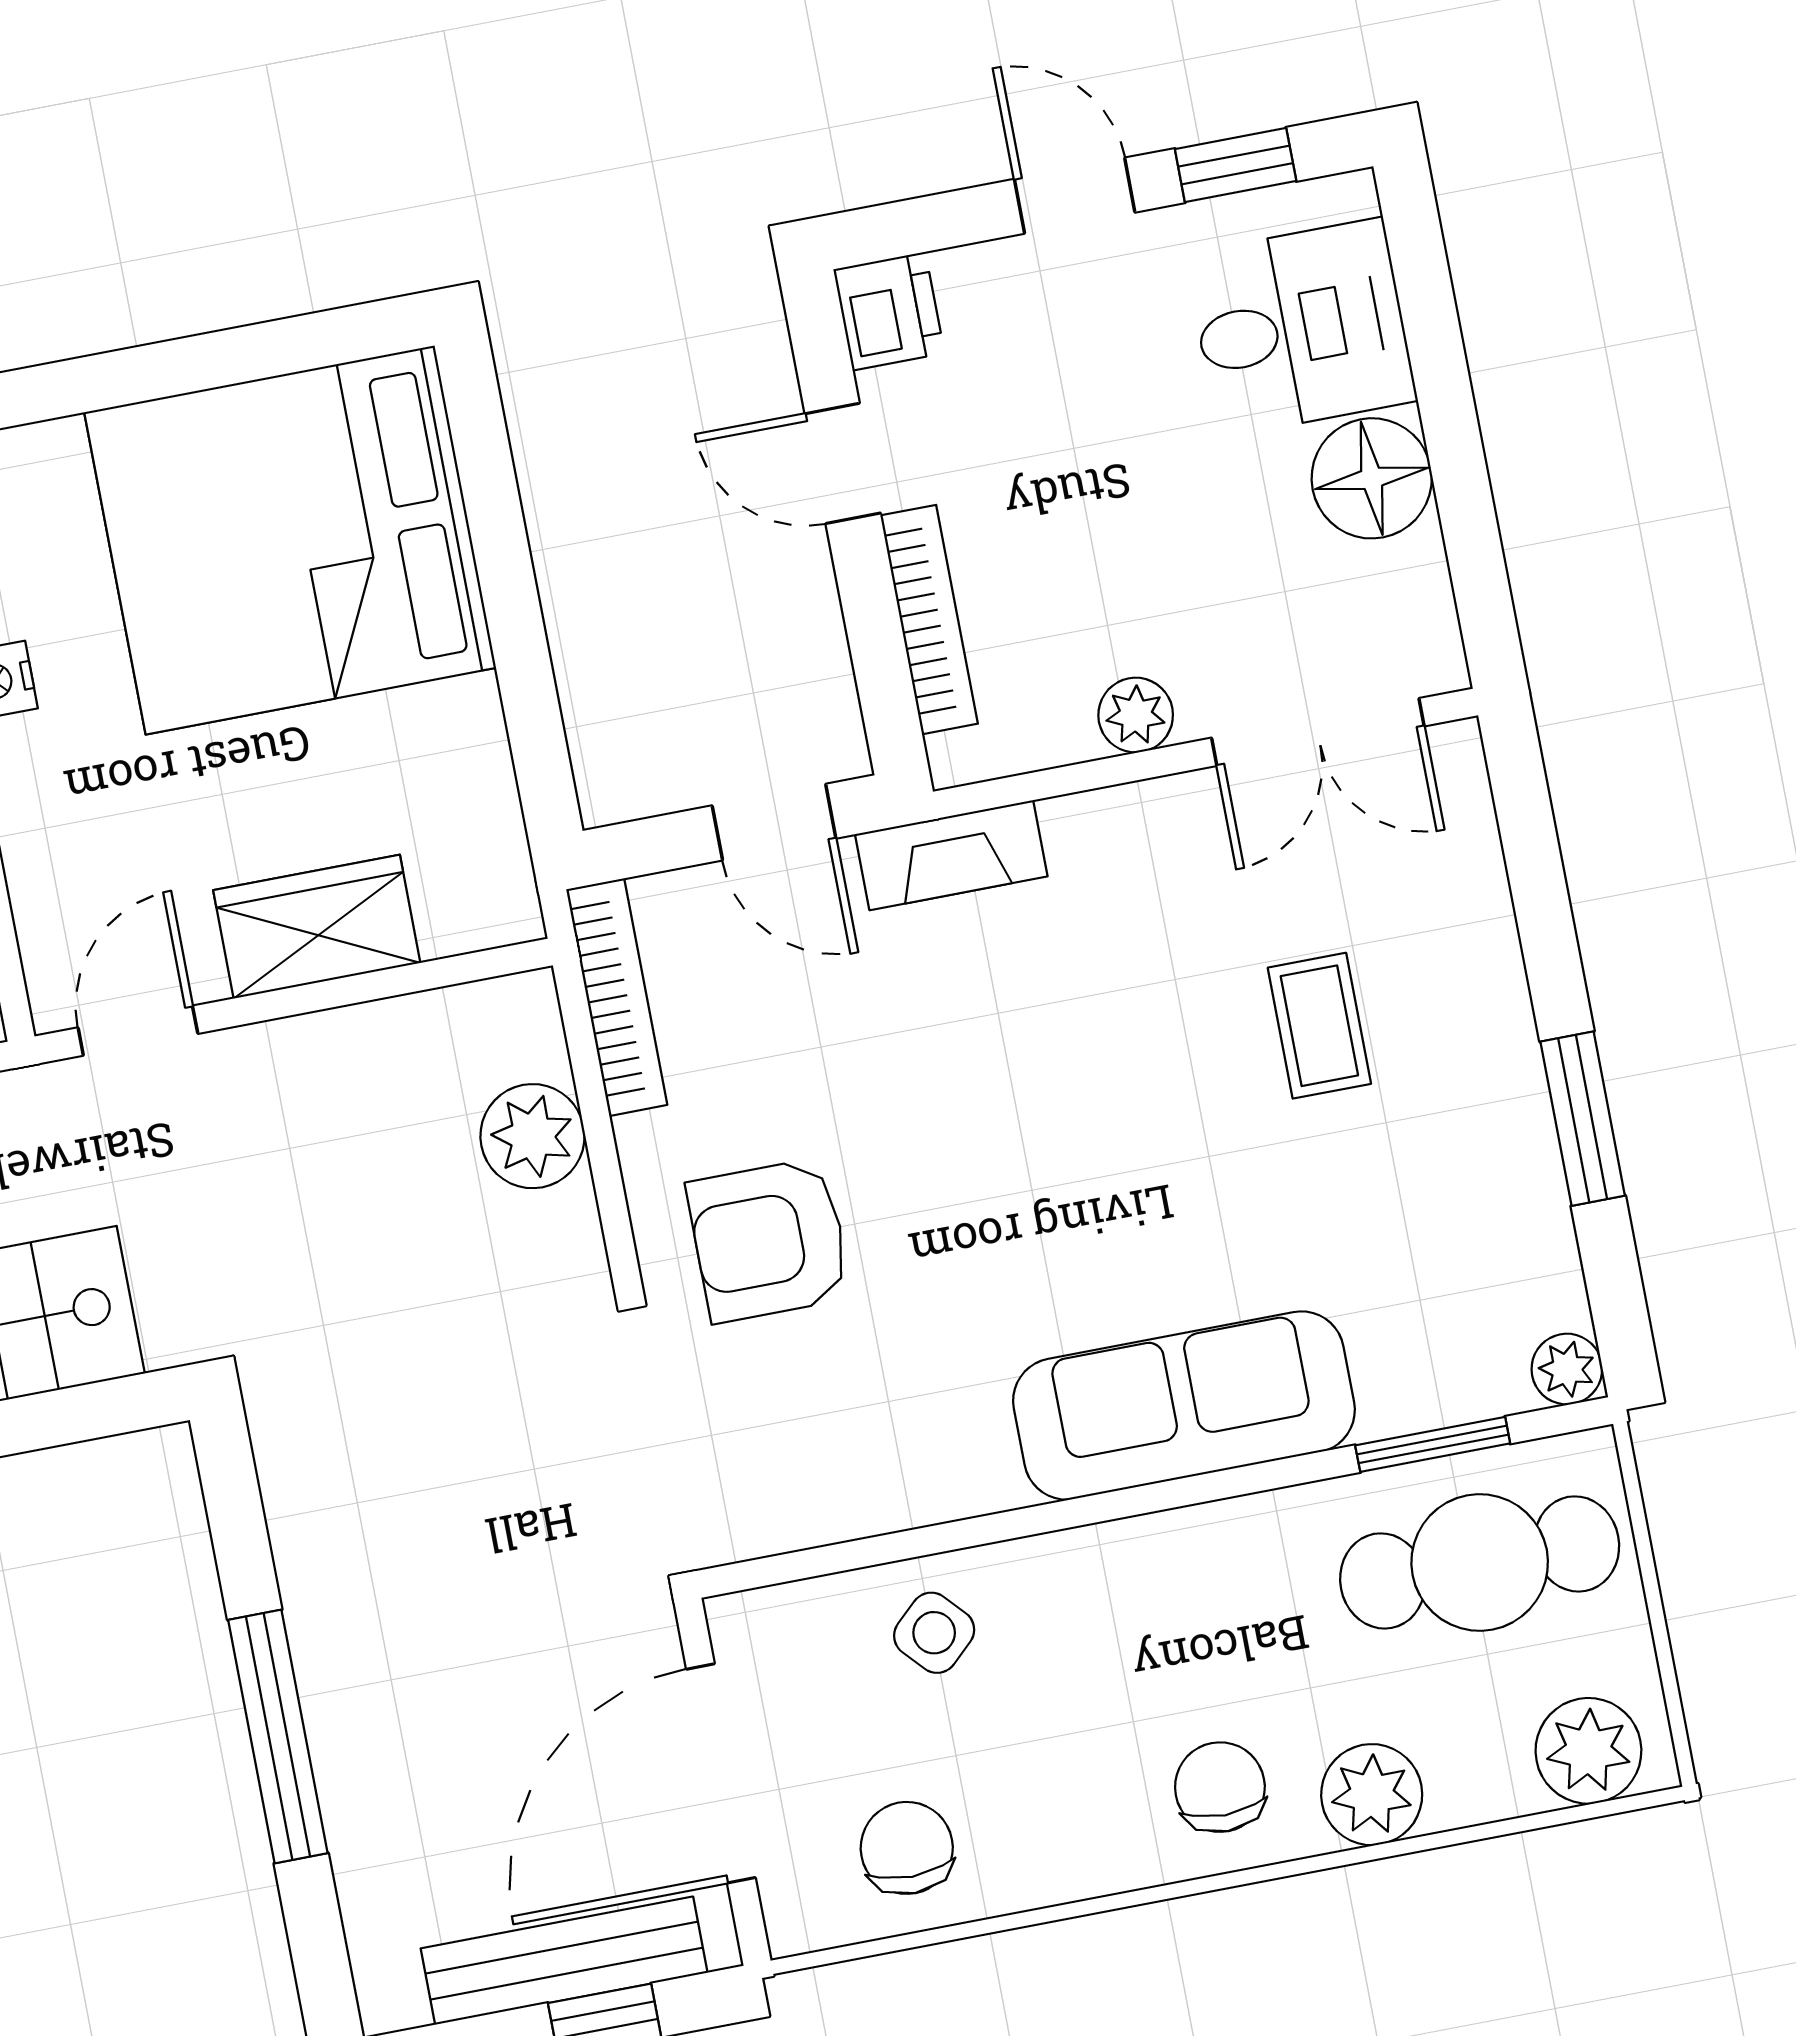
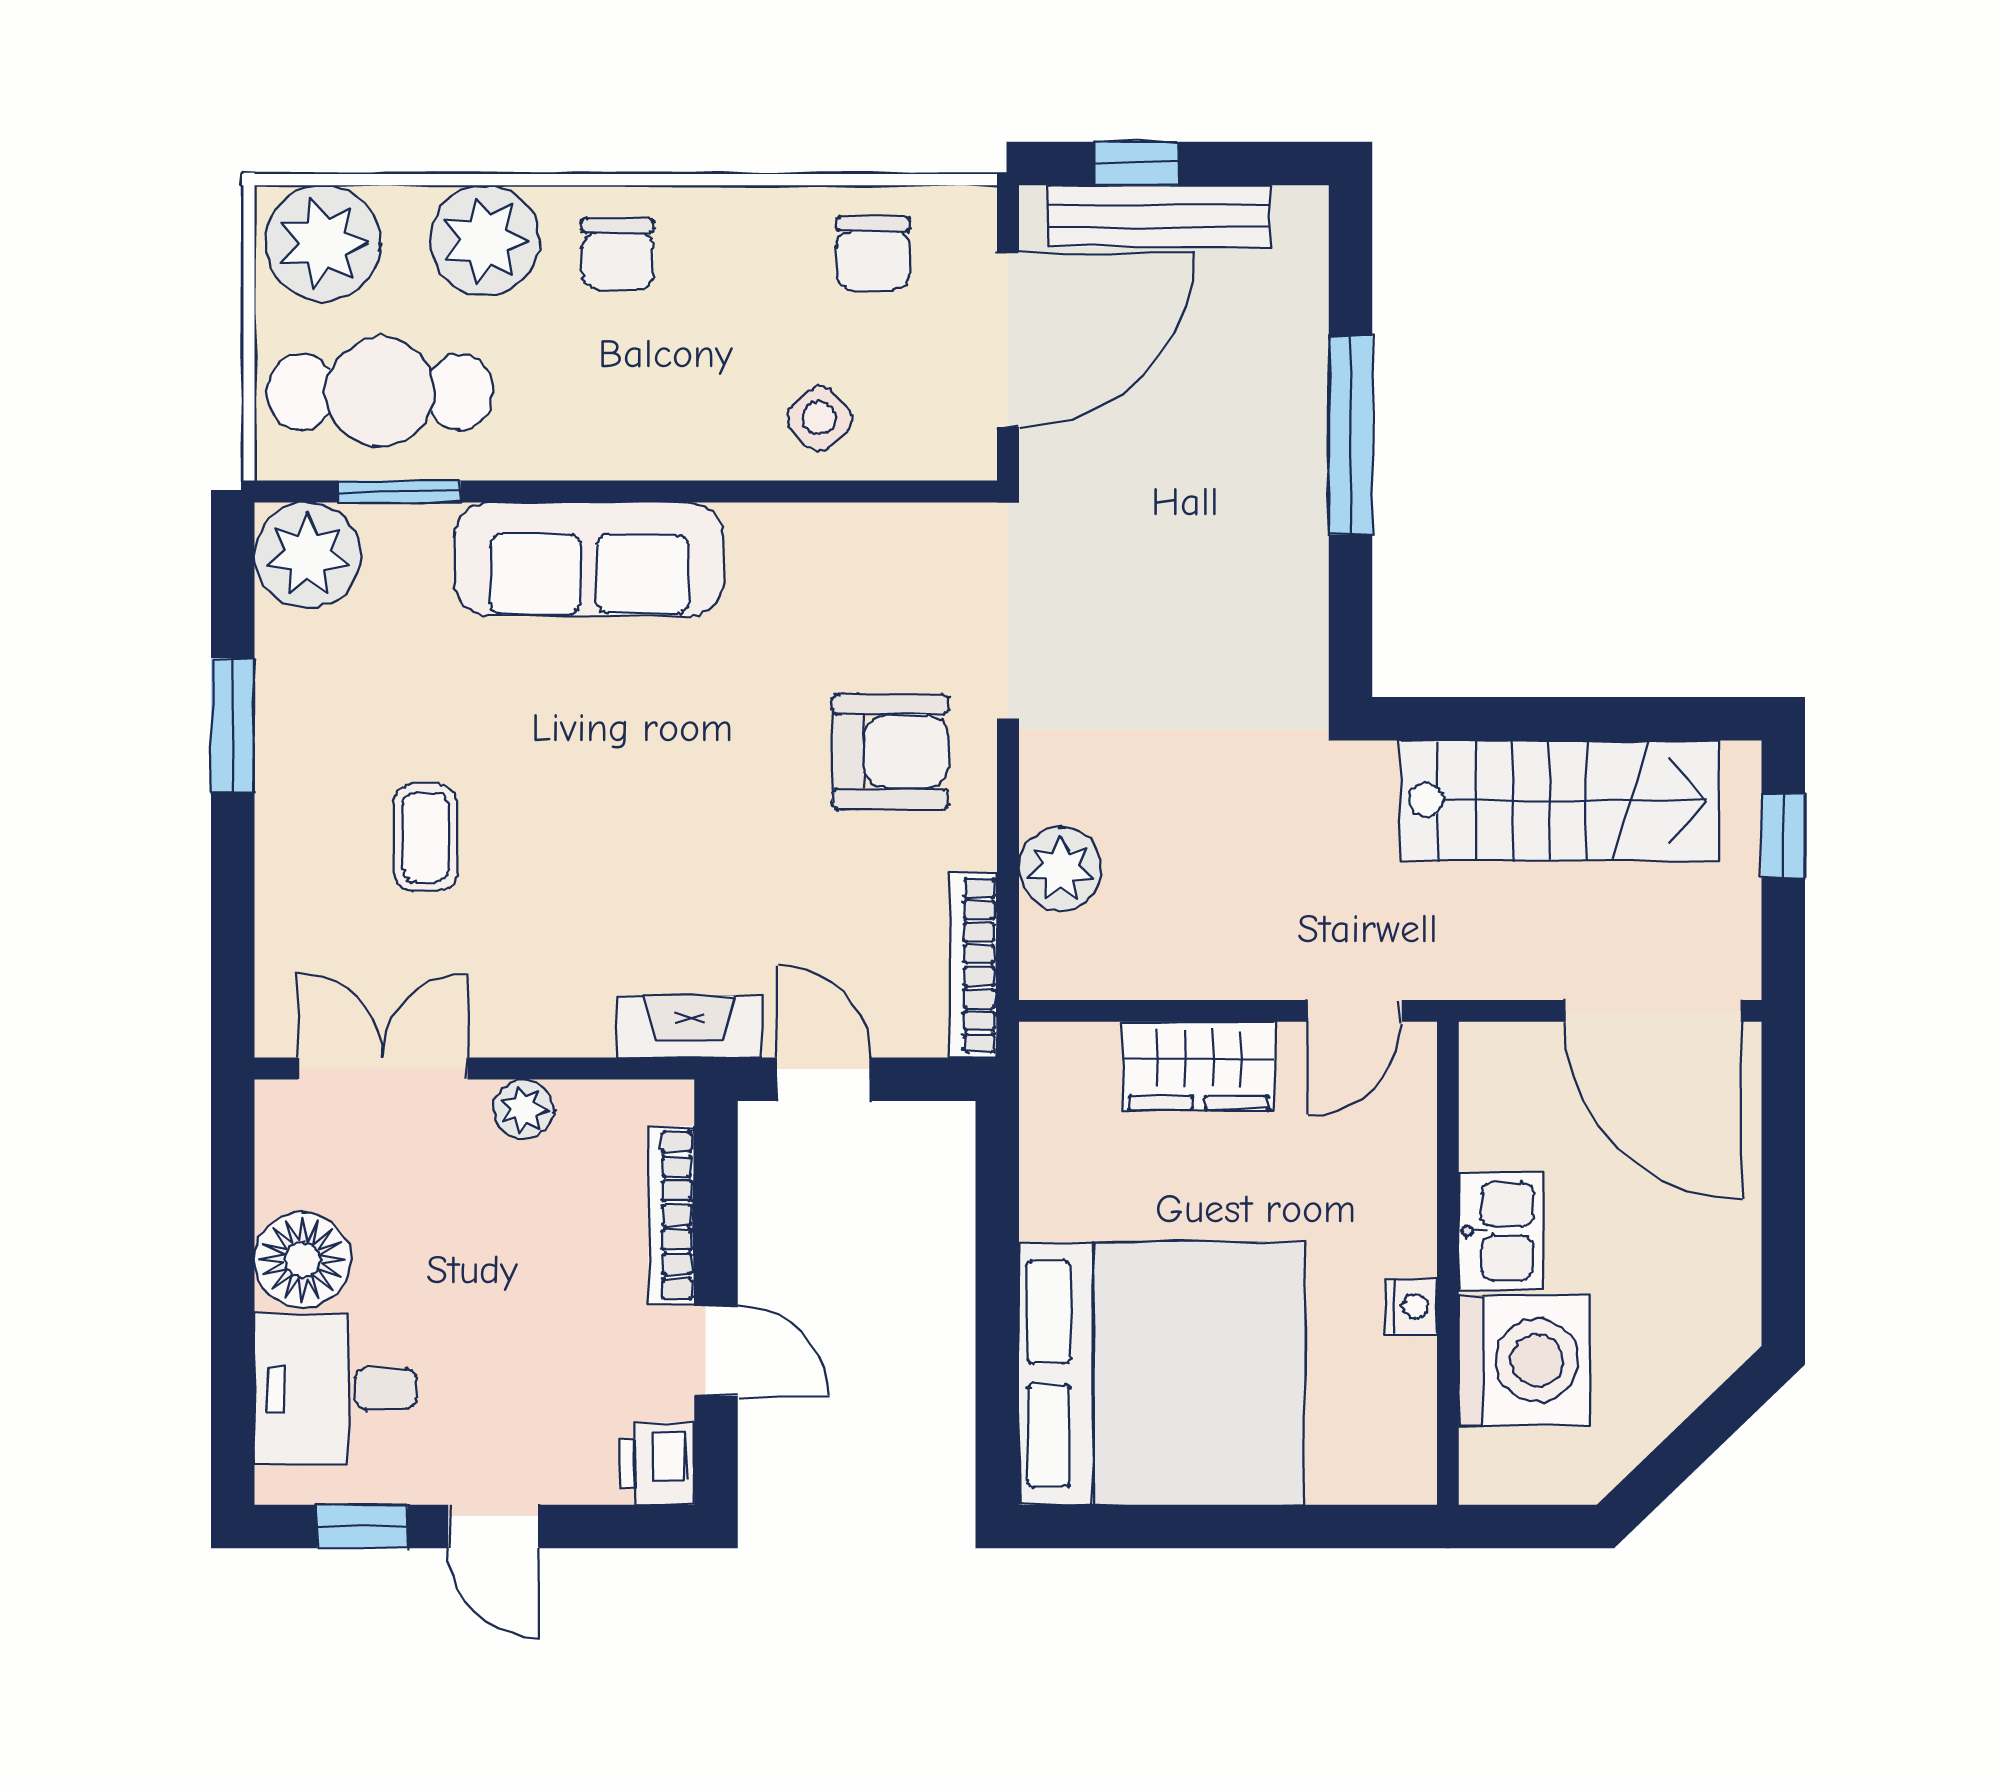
plant: (1567, 1369) -> (307, 555), width x1.88, depth x1.88
plant: (1588, 1751) -> (323, 243), width x1.36, depth x1.36
plant: (1372, 1795) -> (485, 240), width x1.36, depth x1.36

